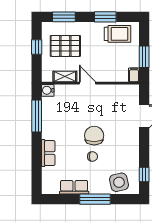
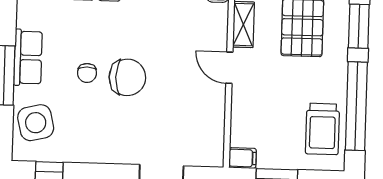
window: (105, 17) -> (356, 106), width x2.11
door: (87, 83) -> (229, 68), swing flipped
row of seats: (74, 187) -> (28, 57), moved

